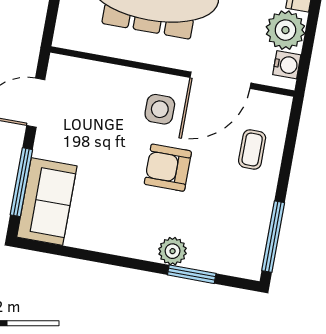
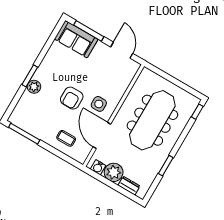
armchair: (168, 168) -> (72, 98), turned 180
window: (192, 274) -> (30, 76), moved

